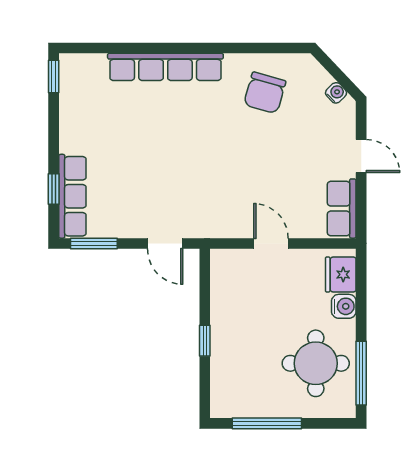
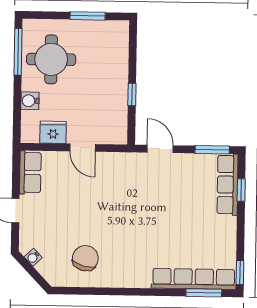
window: (102, 48) -> (204, 293), added
row of seats: (165, 67) -> (194, 279), moved
fridge: (341, 274) -> (53, 132), moved, turned -90
window: (205, 341) -> (132, 94), moved
window: (267, 423) -> (88, 16), width x0.69

